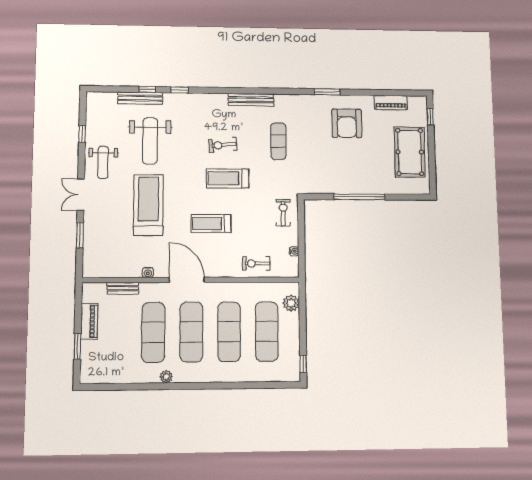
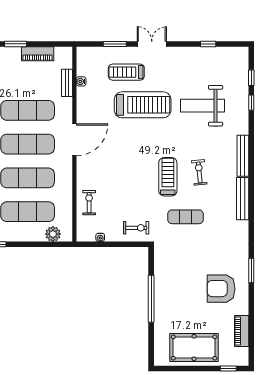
window: (180, 90) -> (251, 78), moved
bench: (140, 98) -> (243, 156), moved
exercise mat: (278, 141) -> (186, 217), moved
weight bench: (103, 162) -> (182, 63), removed
treadmill: (211, 223) -> (126, 72), moved, turned -90
water cooler: (148, 272) -> (81, 81), moved

